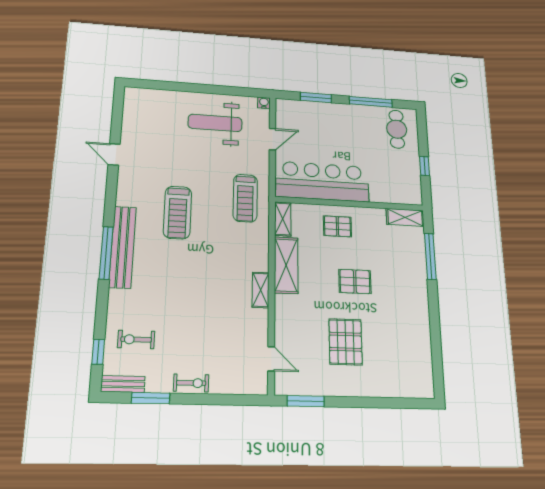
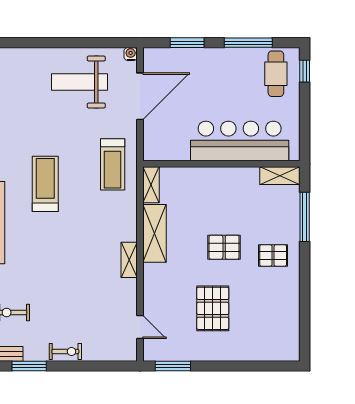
door: (272, 139) -> (140, 96), width x1.88
window: (424, 166) -> (305, 71), moved
bar counter: (322, 182) -> (240, 141), moved
treadmill: (178, 212) -> (45, 184), turned 180
pallet: (337, 226) -> (273, 255), moved

